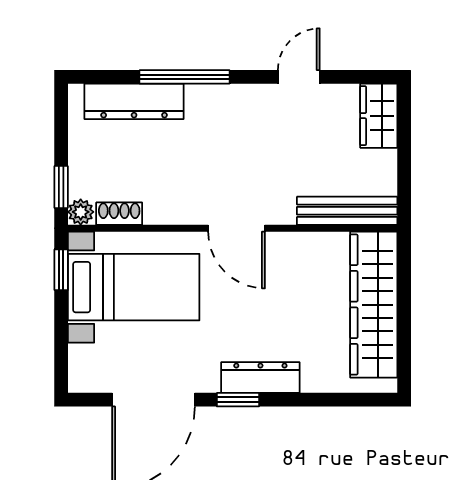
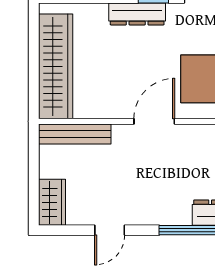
door: (237, 228) -> (154, 121), hinge flipped

